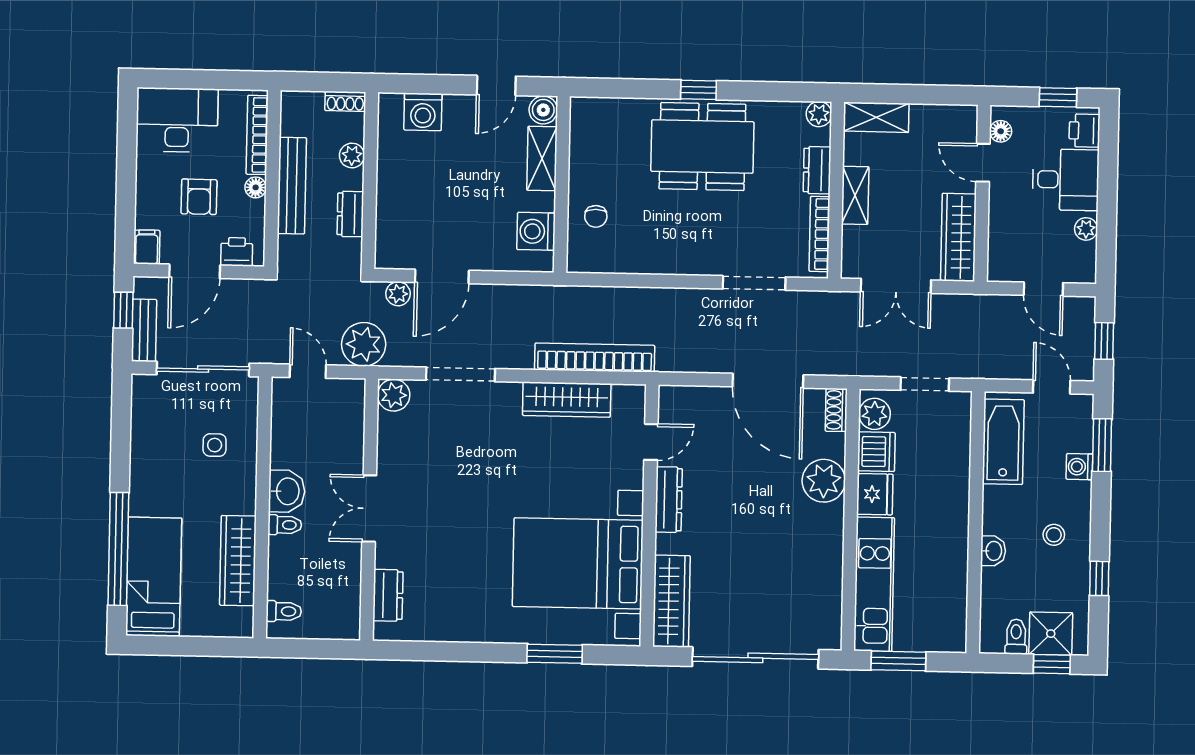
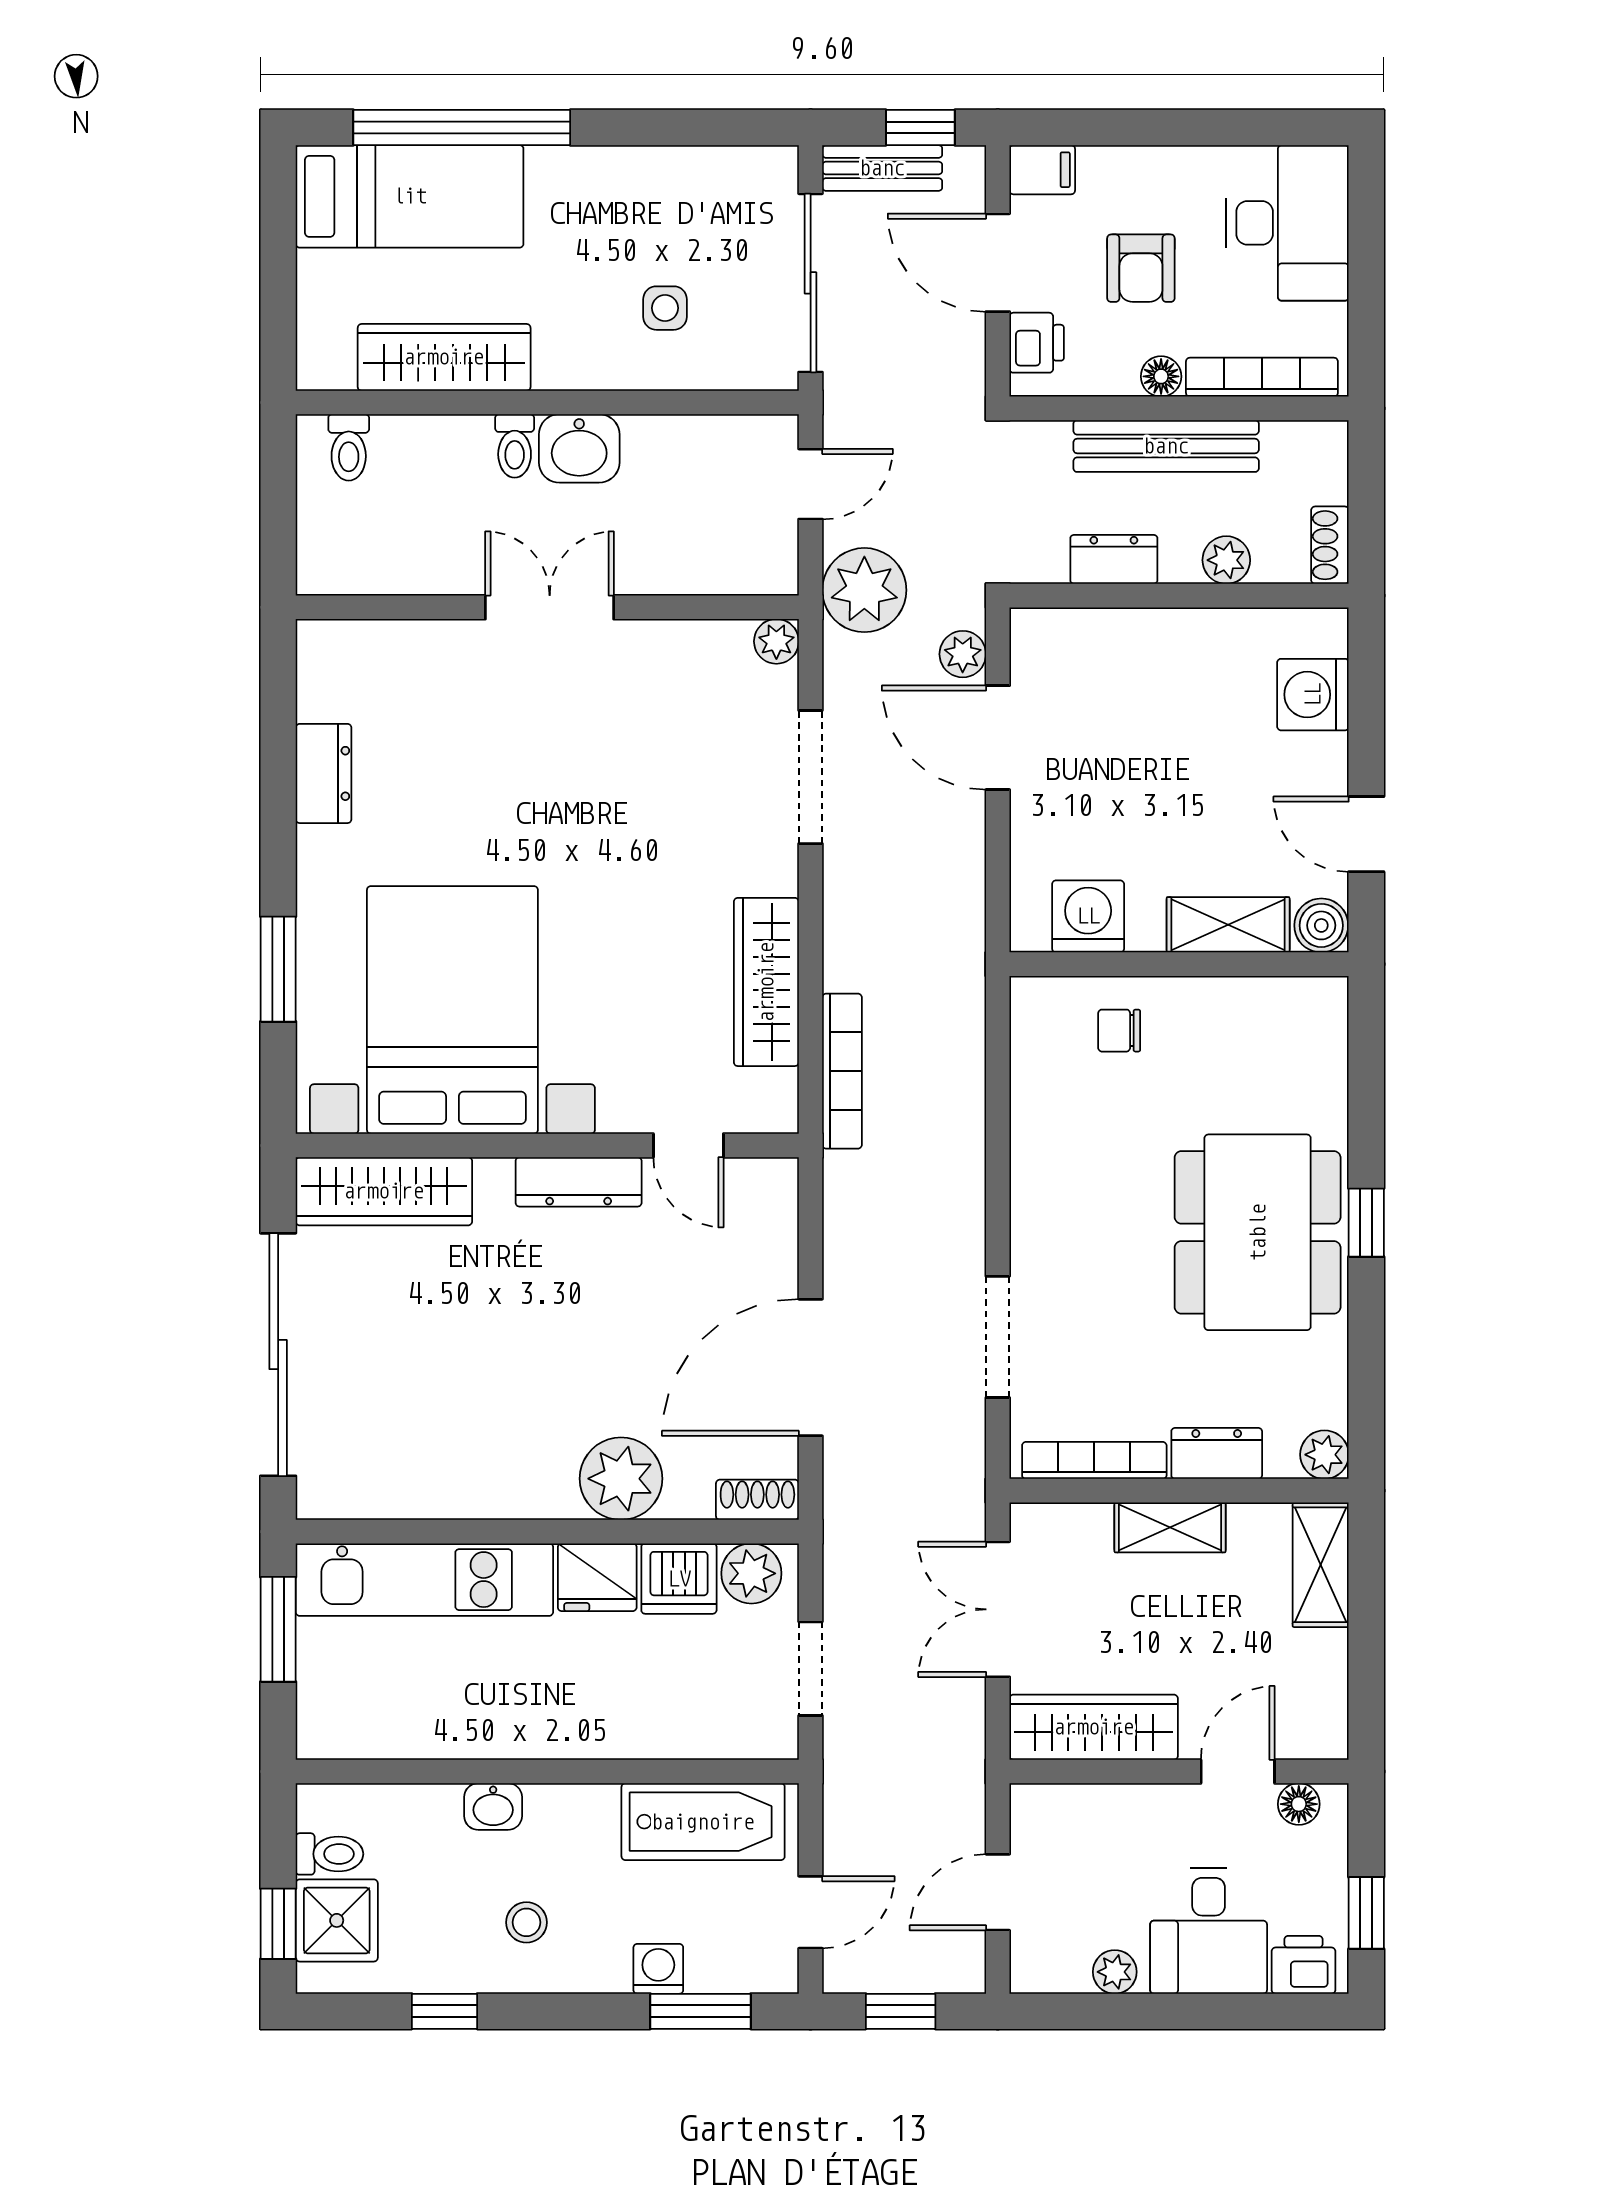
armchair: (199, 197) -> (1141, 268), turned -90
bookcase: (595, 358) -> (842, 1071), width x0.68, depth x0.76
plant: (394, 395) -> (776, 641), width x0.73, depth x0.73
dresser: (388, 595) -> (324, 773), moved, turned -90

